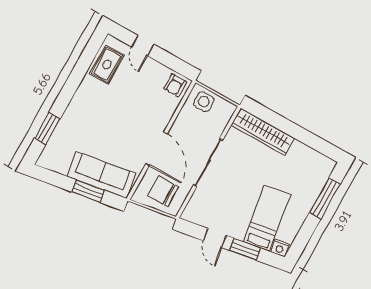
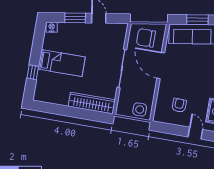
armchair: (175, 85) -> (179, 105), moved
chair: (163, 191) -> (146, 38), turned 180
window: (325, 199) -> (33, 72), width x0.46
bed: (267, 218) -> (62, 63), moved, turned -81

